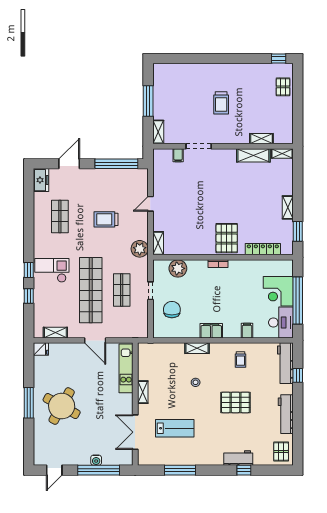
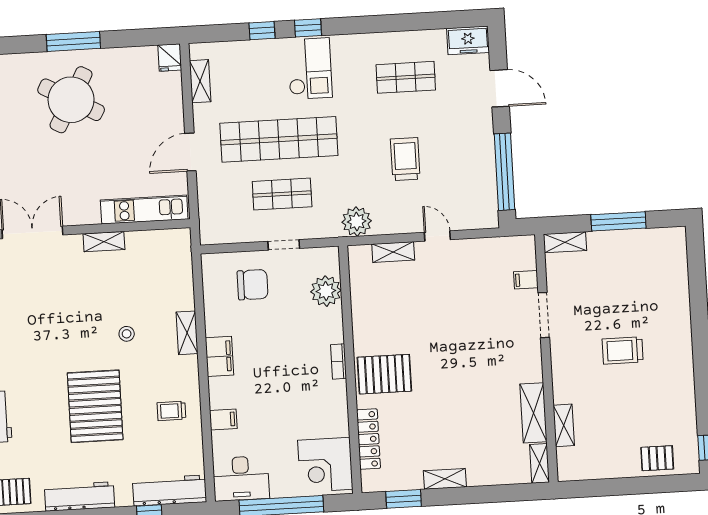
shelving: (158, 243) -> (393, 252), moved
corner desk: (278, 291) -> (325, 465), moved, turned -90
pallet: (235, 402) -> (95, 406), width x1.37, depth x1.41
lab bench: (175, 428) -> (43, 302), removed

